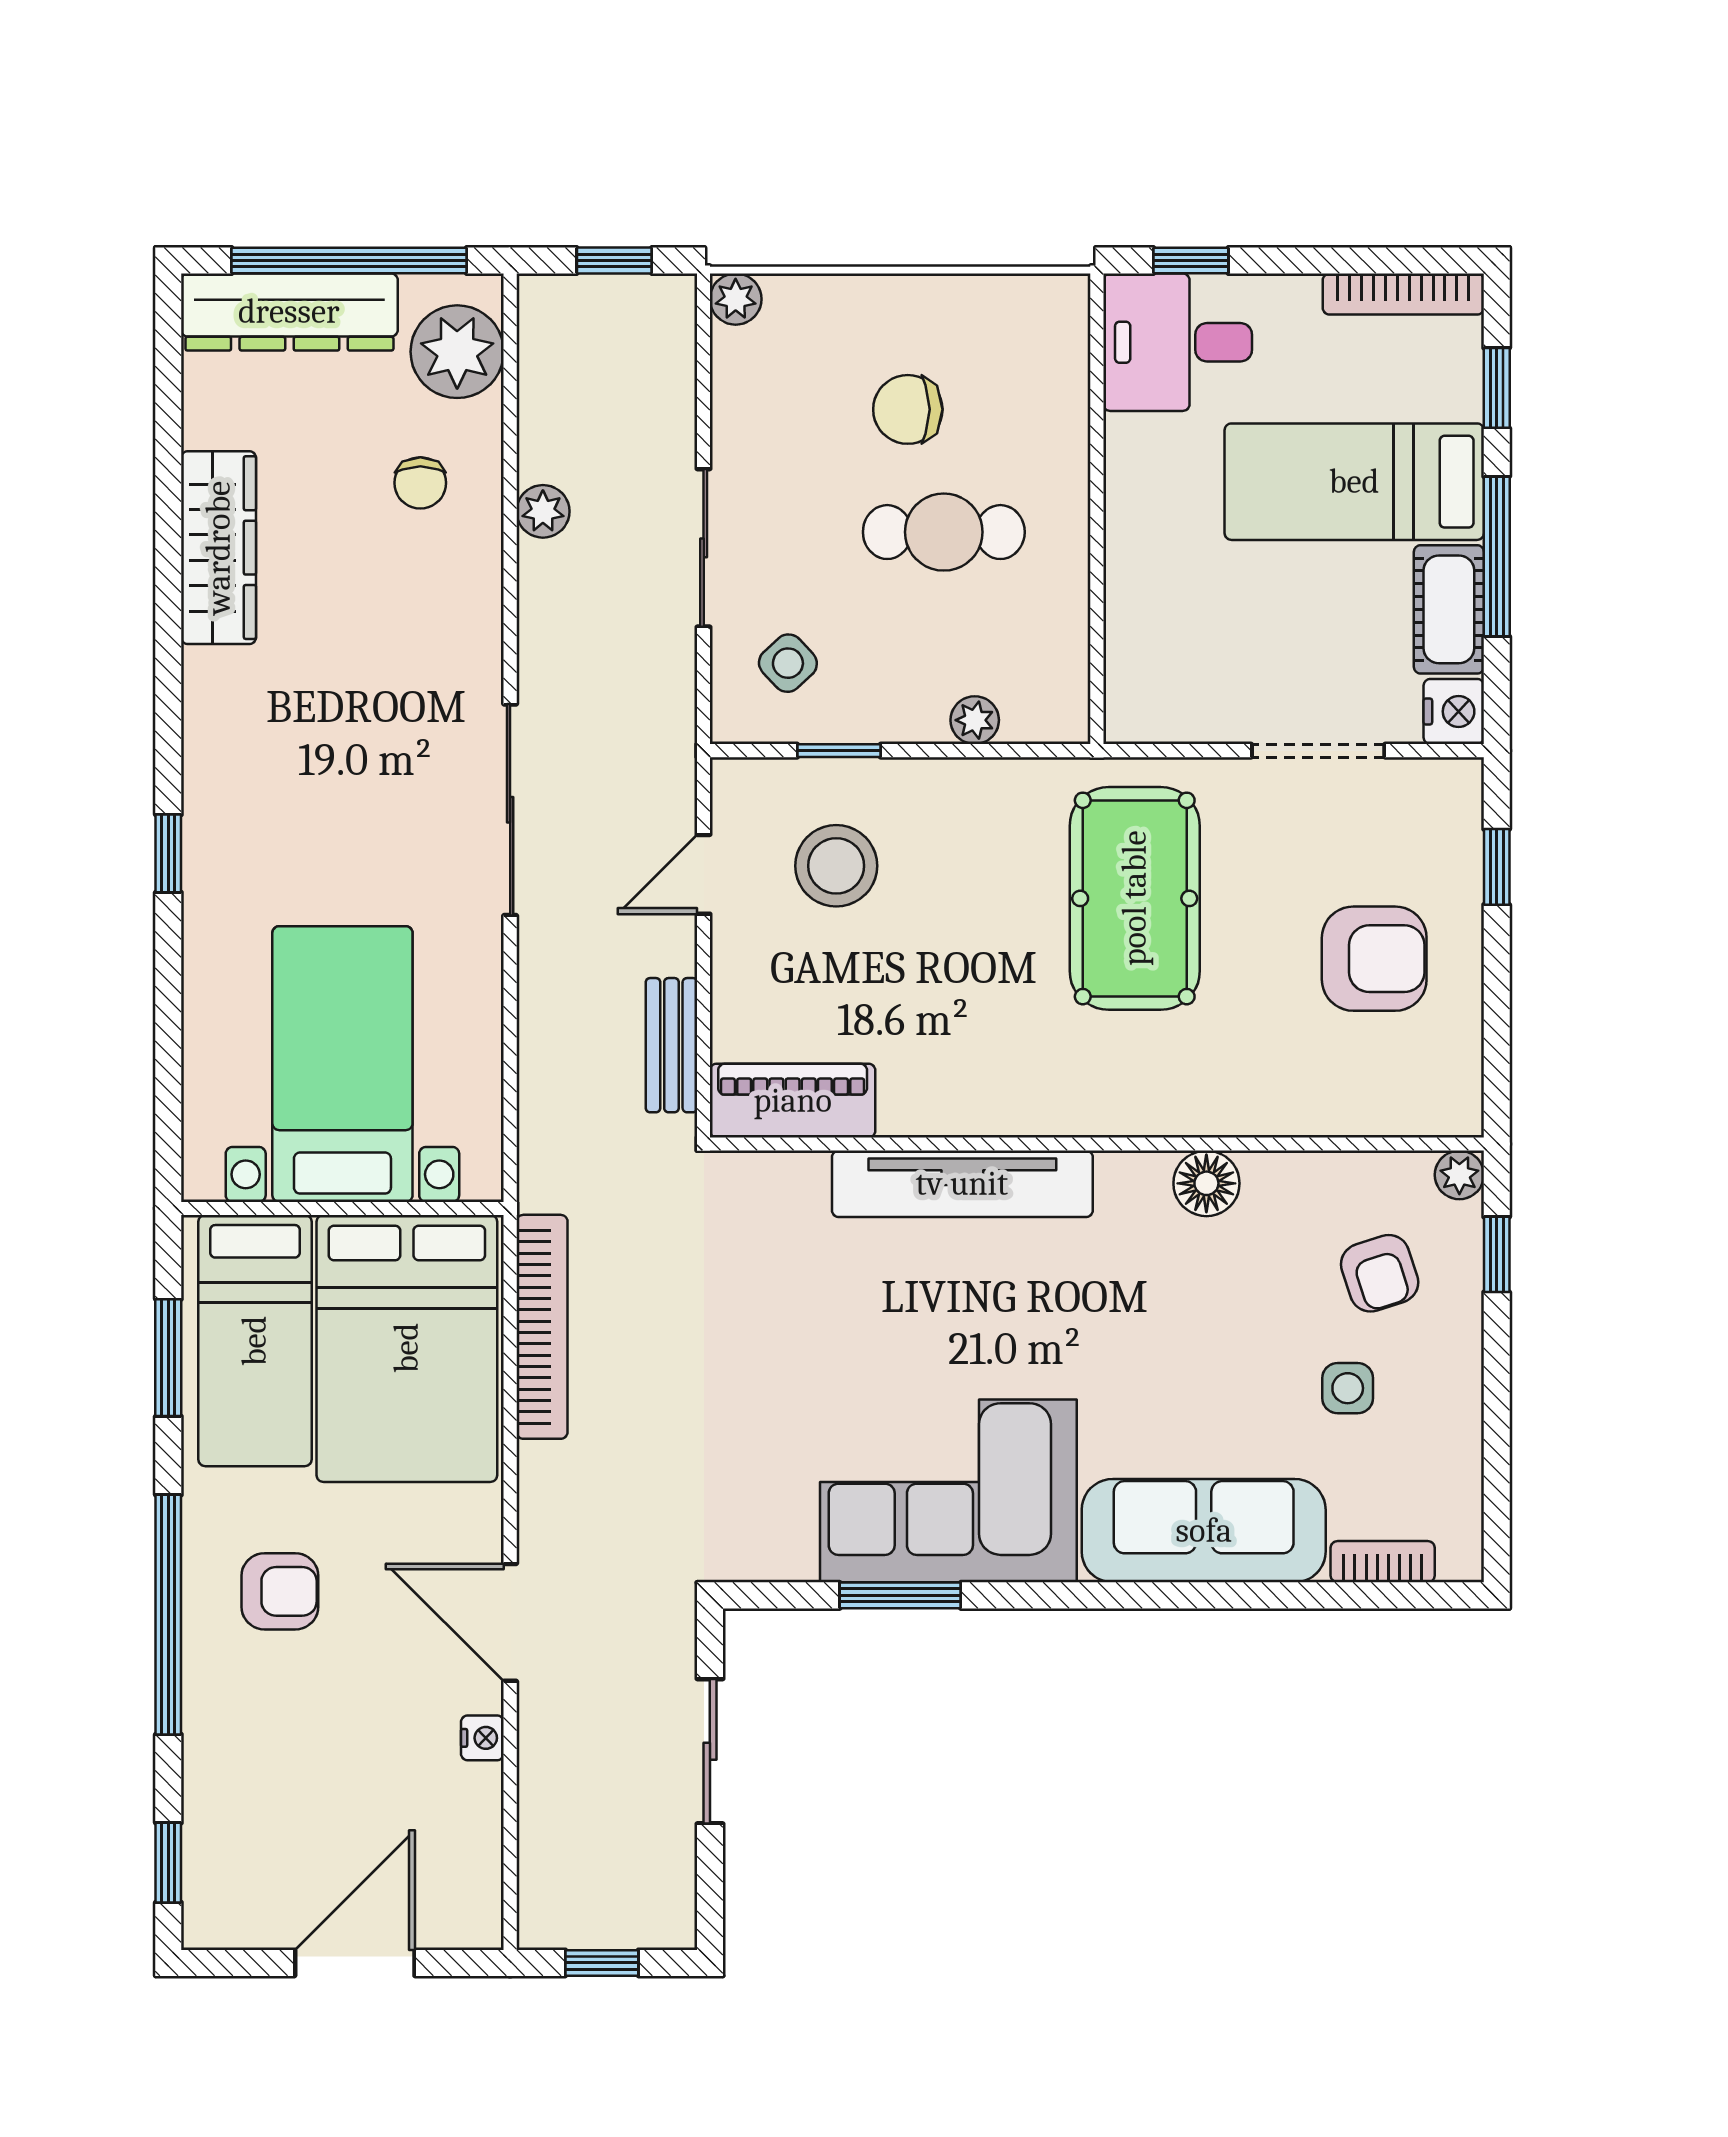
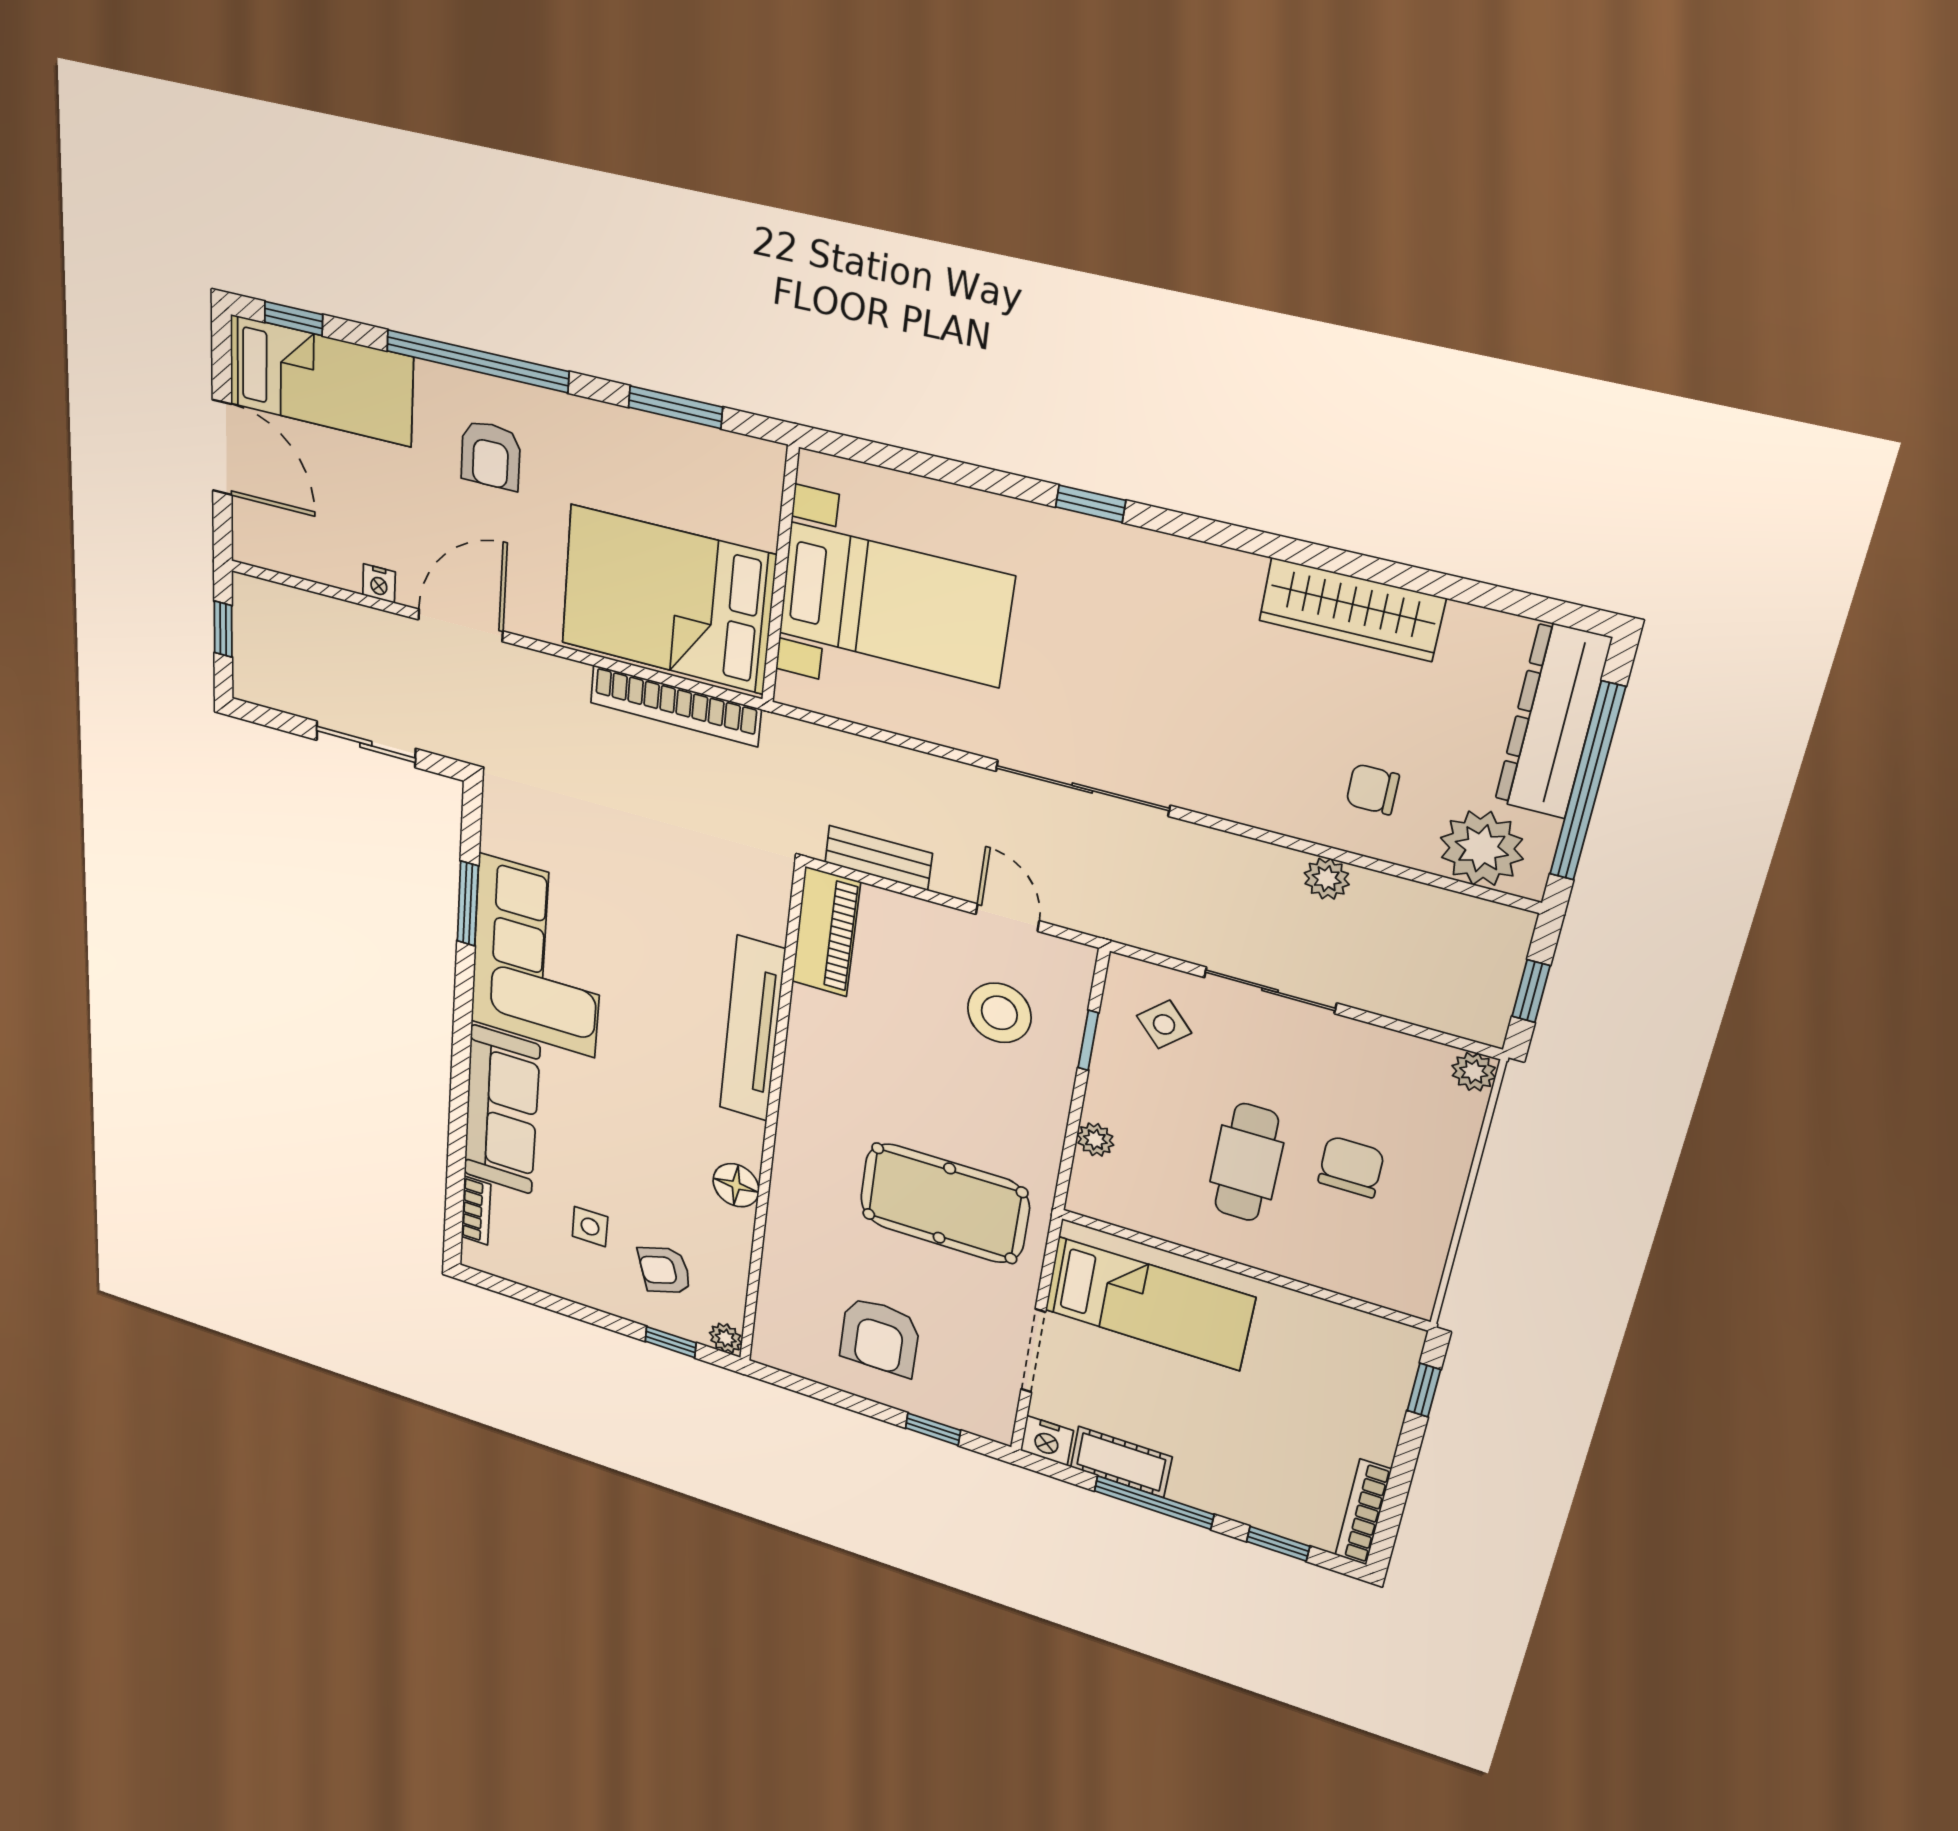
desk: (1178, 342) -> (1361, 1361), removed
bed: (1354, 482) -> (1149, 1304), moved, turned 90
bed: (255, 1341) -> (321, 381), moved, turned 180

